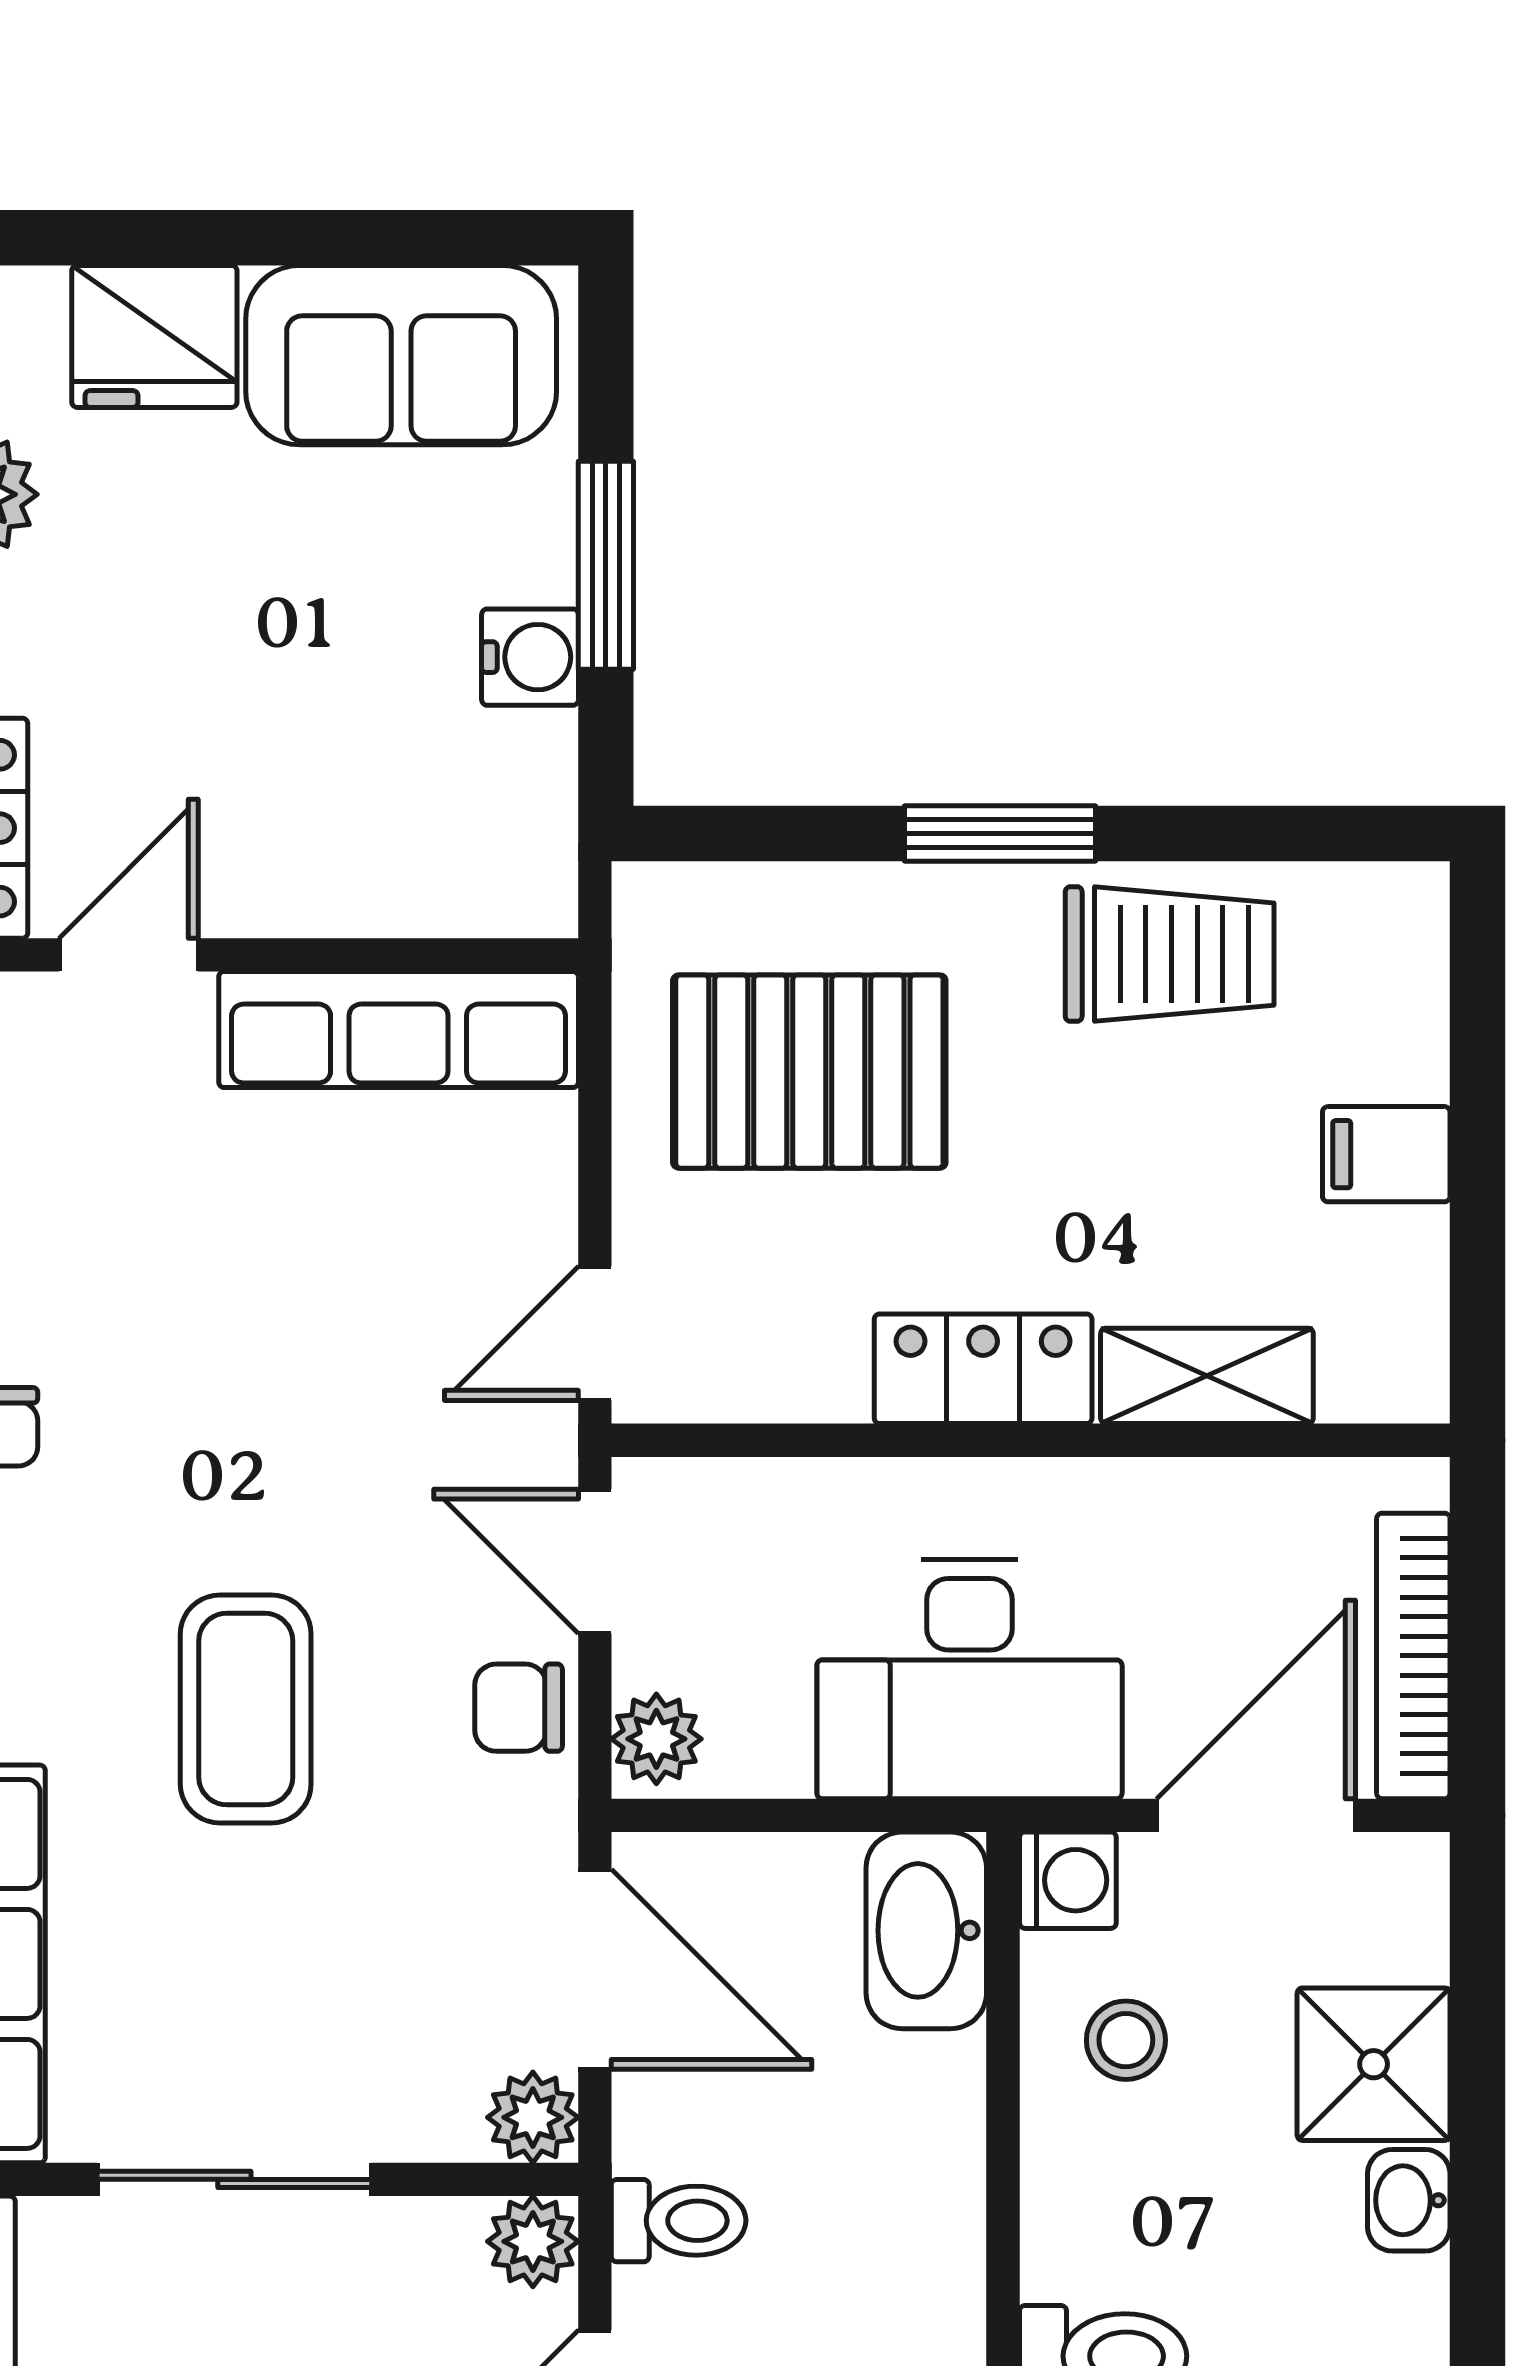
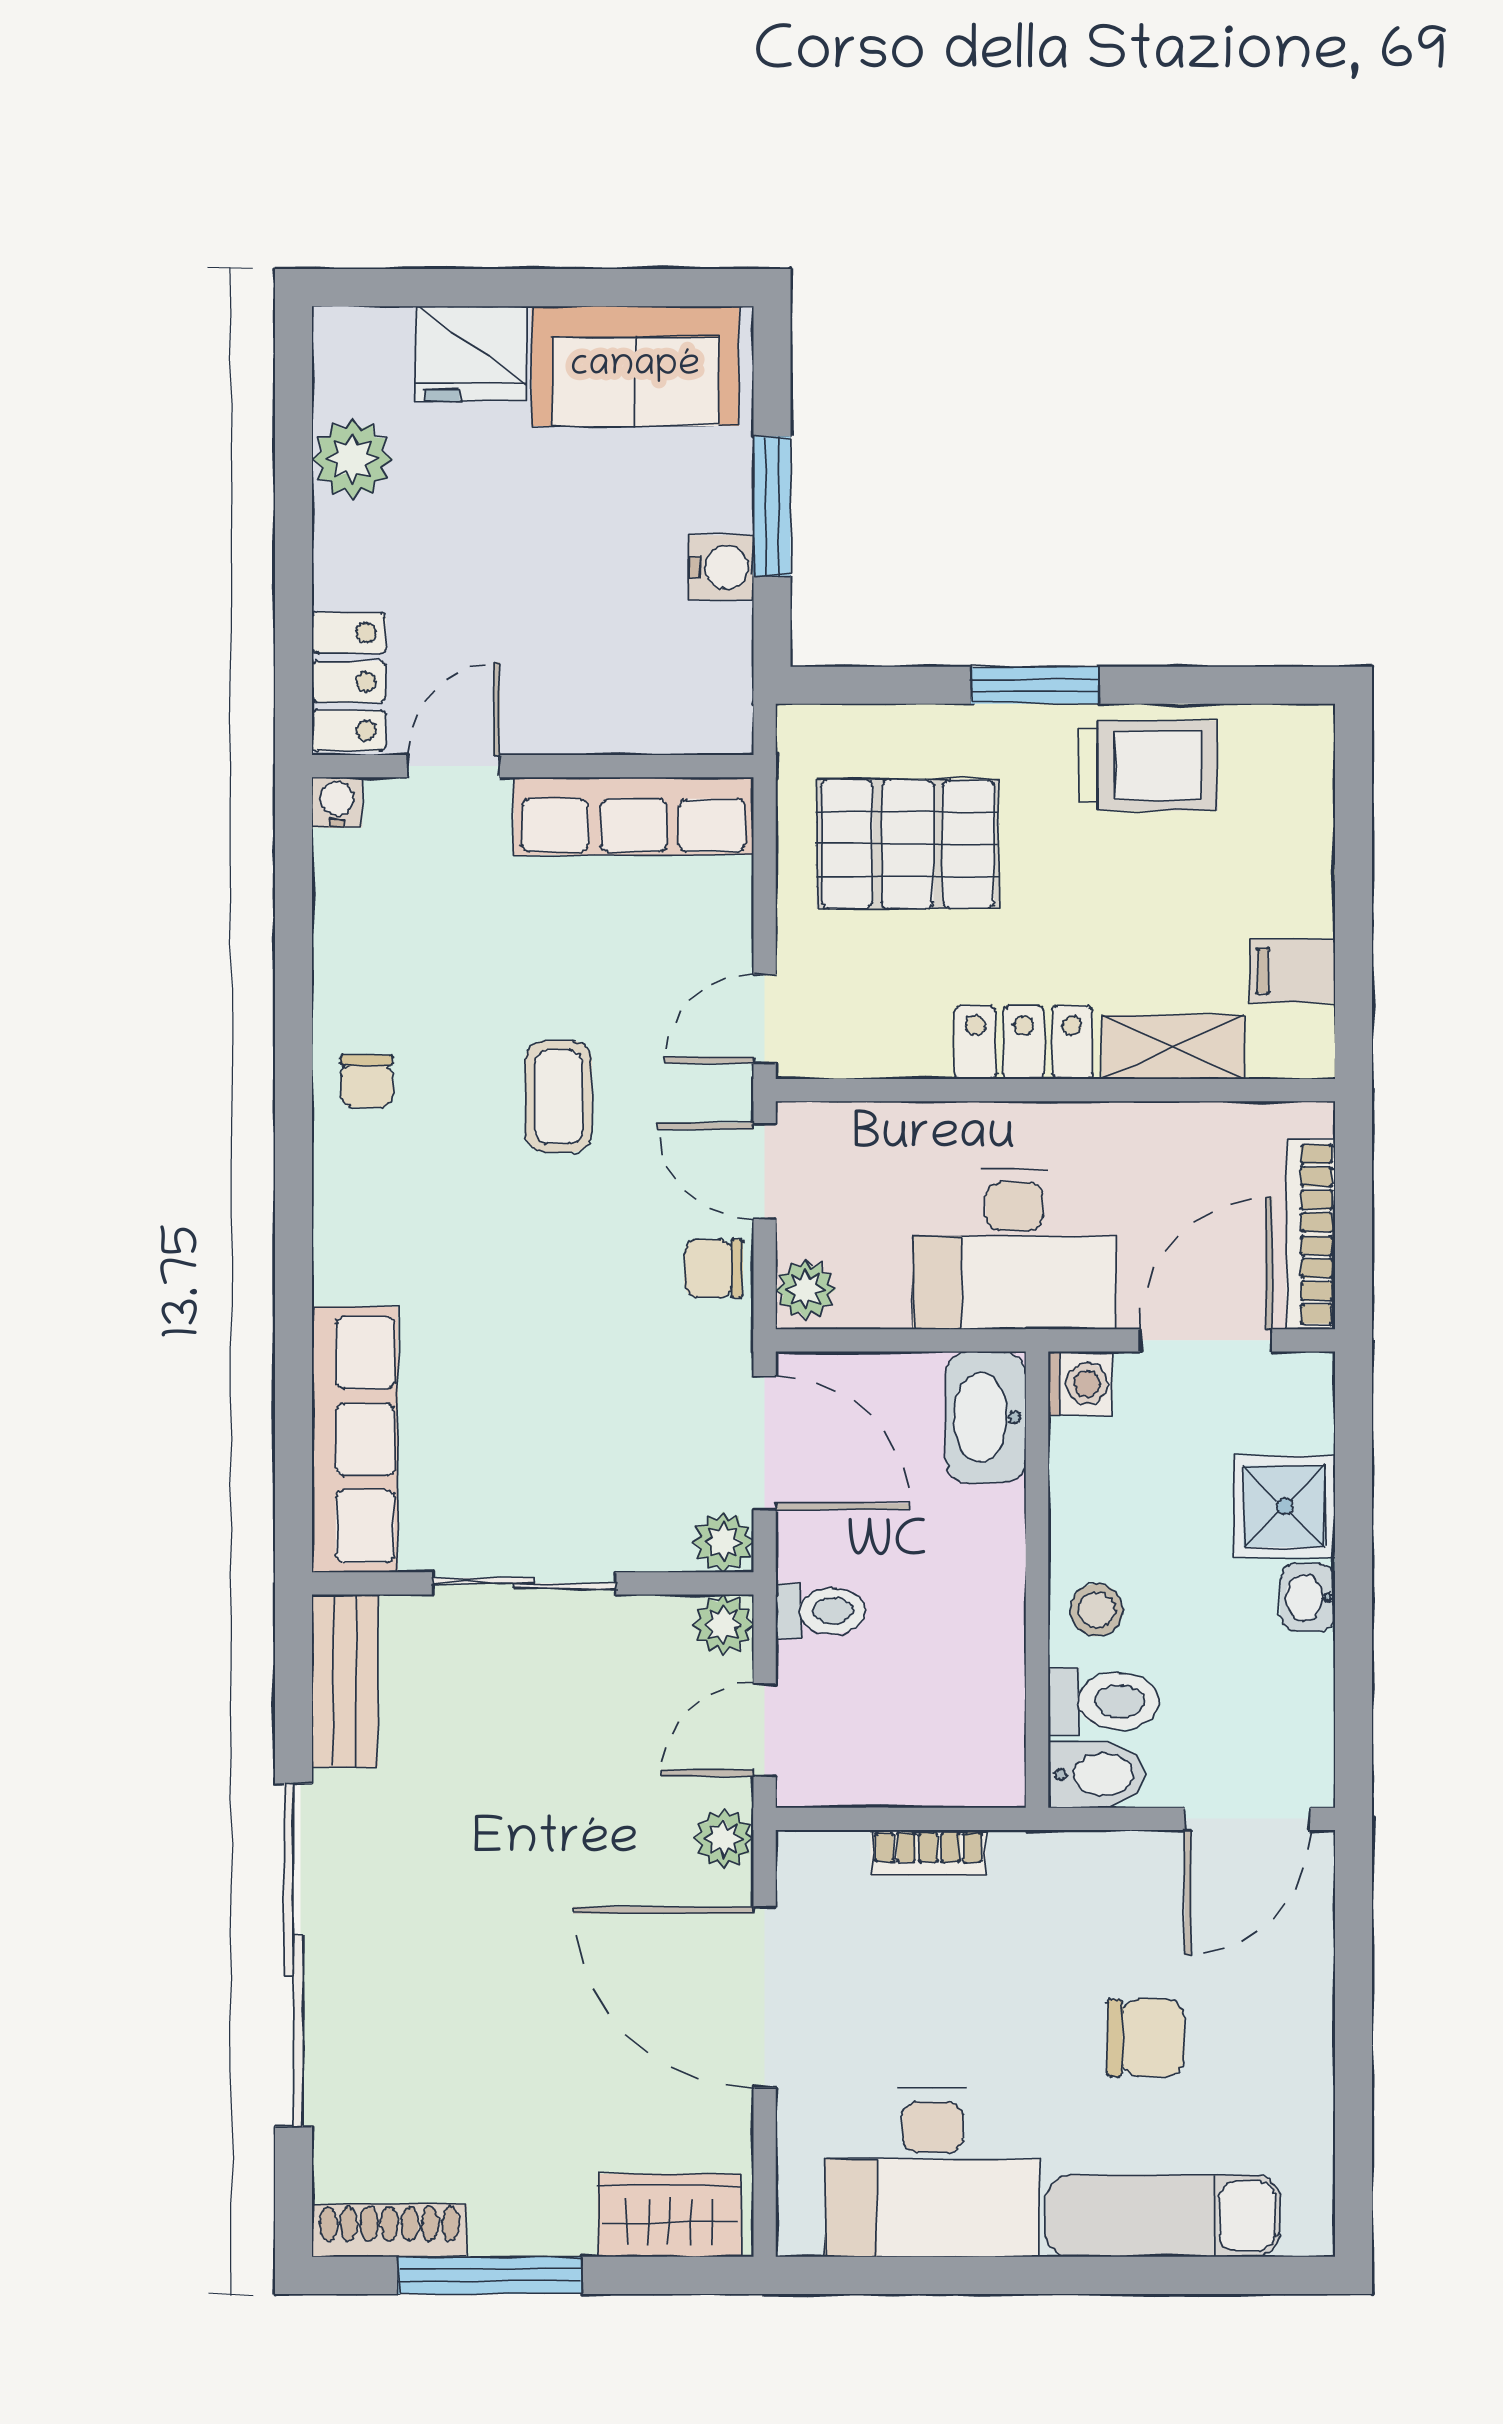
filing cabinet: (1386, 1154) -> (1293, 971), moved
coffee table: (246, 1709) -> (558, 1097), moved, width x0.73, depth x0.77
stool: (1126, 2040) -> (1097, 1610), moved

